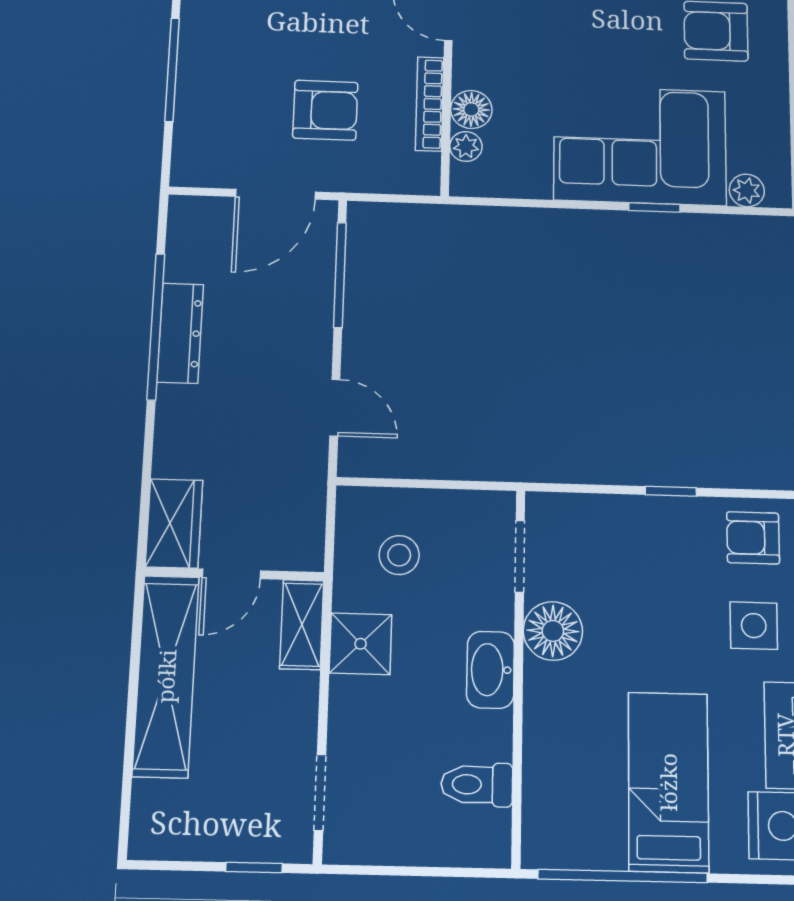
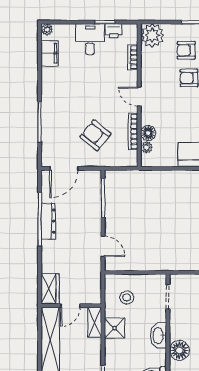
armchair: (325, 110) -> (95, 135), turned -141
door: (275, 194) -> (64, 168), moved
floor lamp: (553, 631) -> (179, 350), moved

